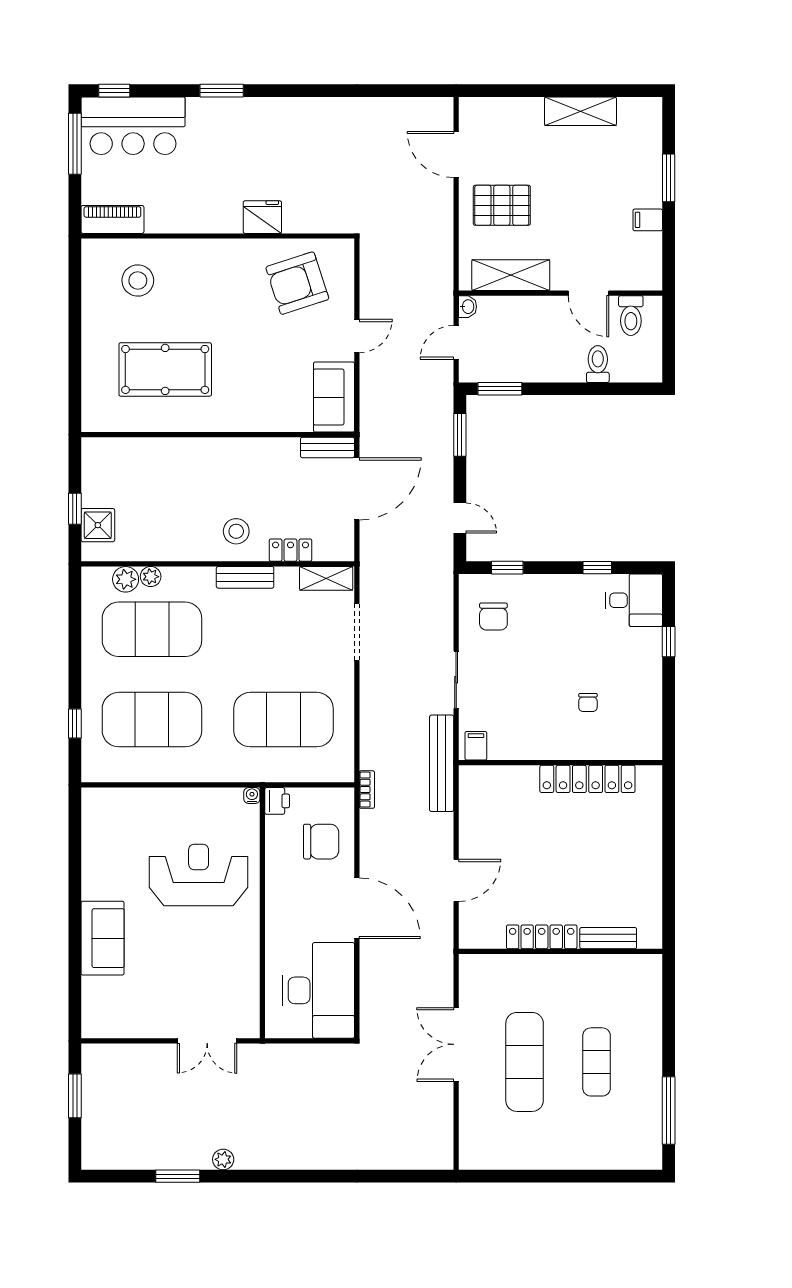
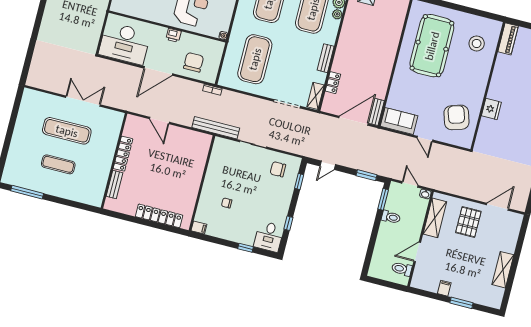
toilet: (598, 364) -> (391, 217), moved
pool table: (165, 369) -> (432, 46), width x1.36, depth x1.32
door: (357, 489) -> (354, 121), swing flipped
stool: (236, 531) -> (348, 60), removed
filing cabinet: (476, 746) -> (199, 228), moved
locker: (587, 779) -> (159, 216), moved, turned 90
printer: (277, 801) -> (174, 35), moved
chair: (321, 842) -> (194, 62), turned 180

